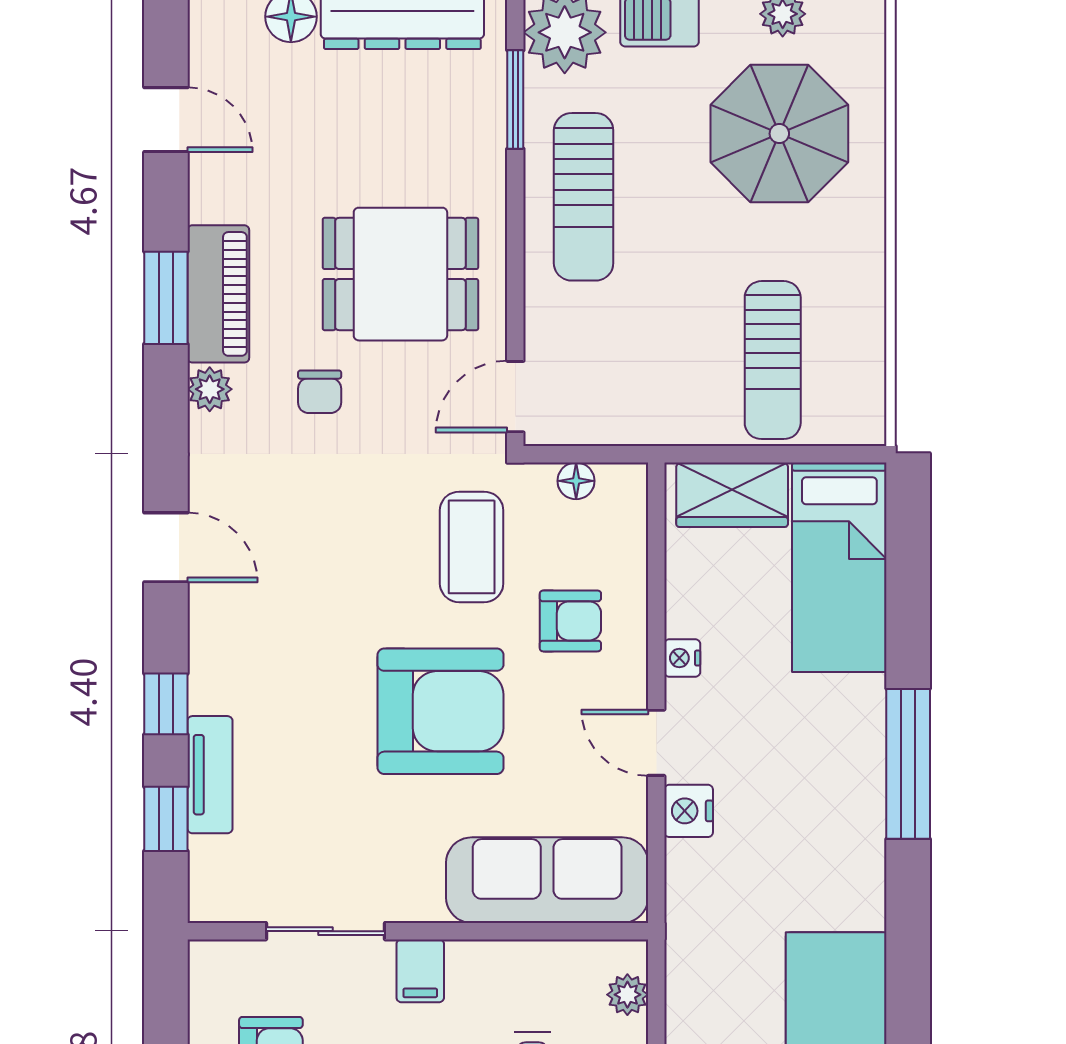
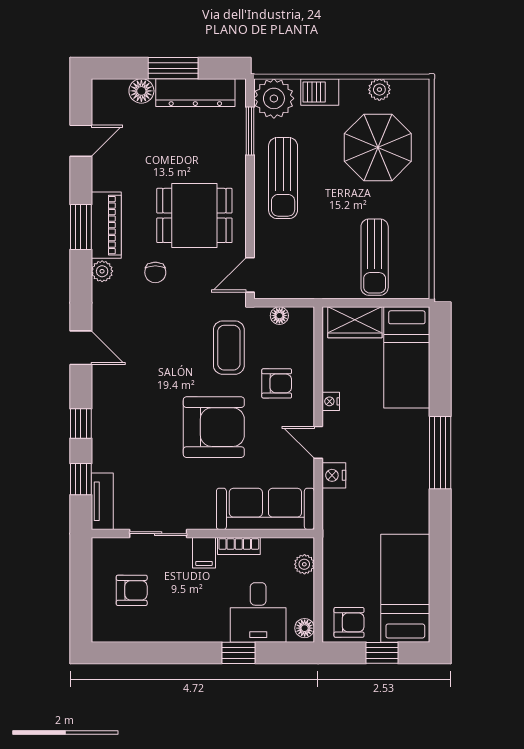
door: (166, 120) -> (81, 141), hinge flipped
tv unit: (210, 775) -> (102, 501), moved
bookcase: (492, 957) -> (239, 546), added

